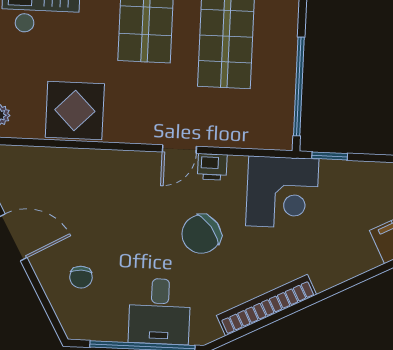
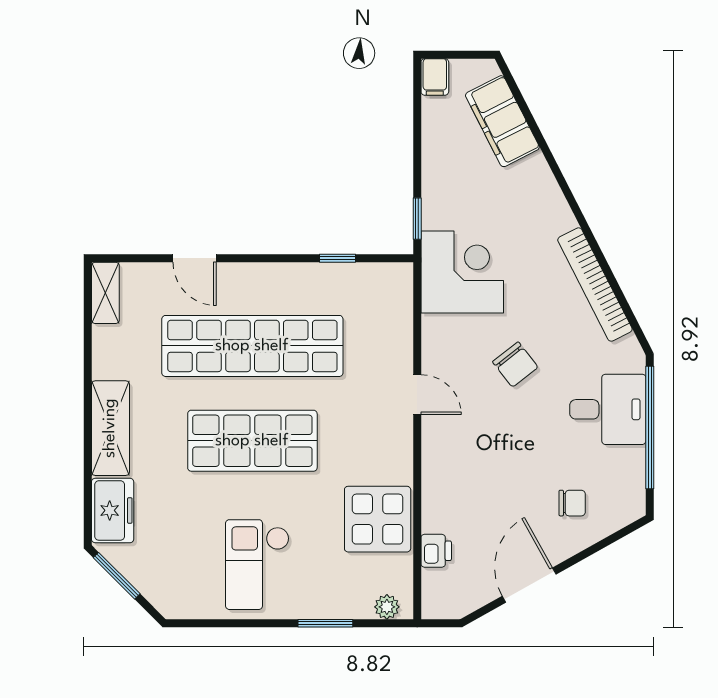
window: (299, 86) -> (337, 258), width x0.32
printer: (212, 167) -> (436, 551), moved
chair: (201, 234) -> (515, 364), width x0.73, depth x0.73

